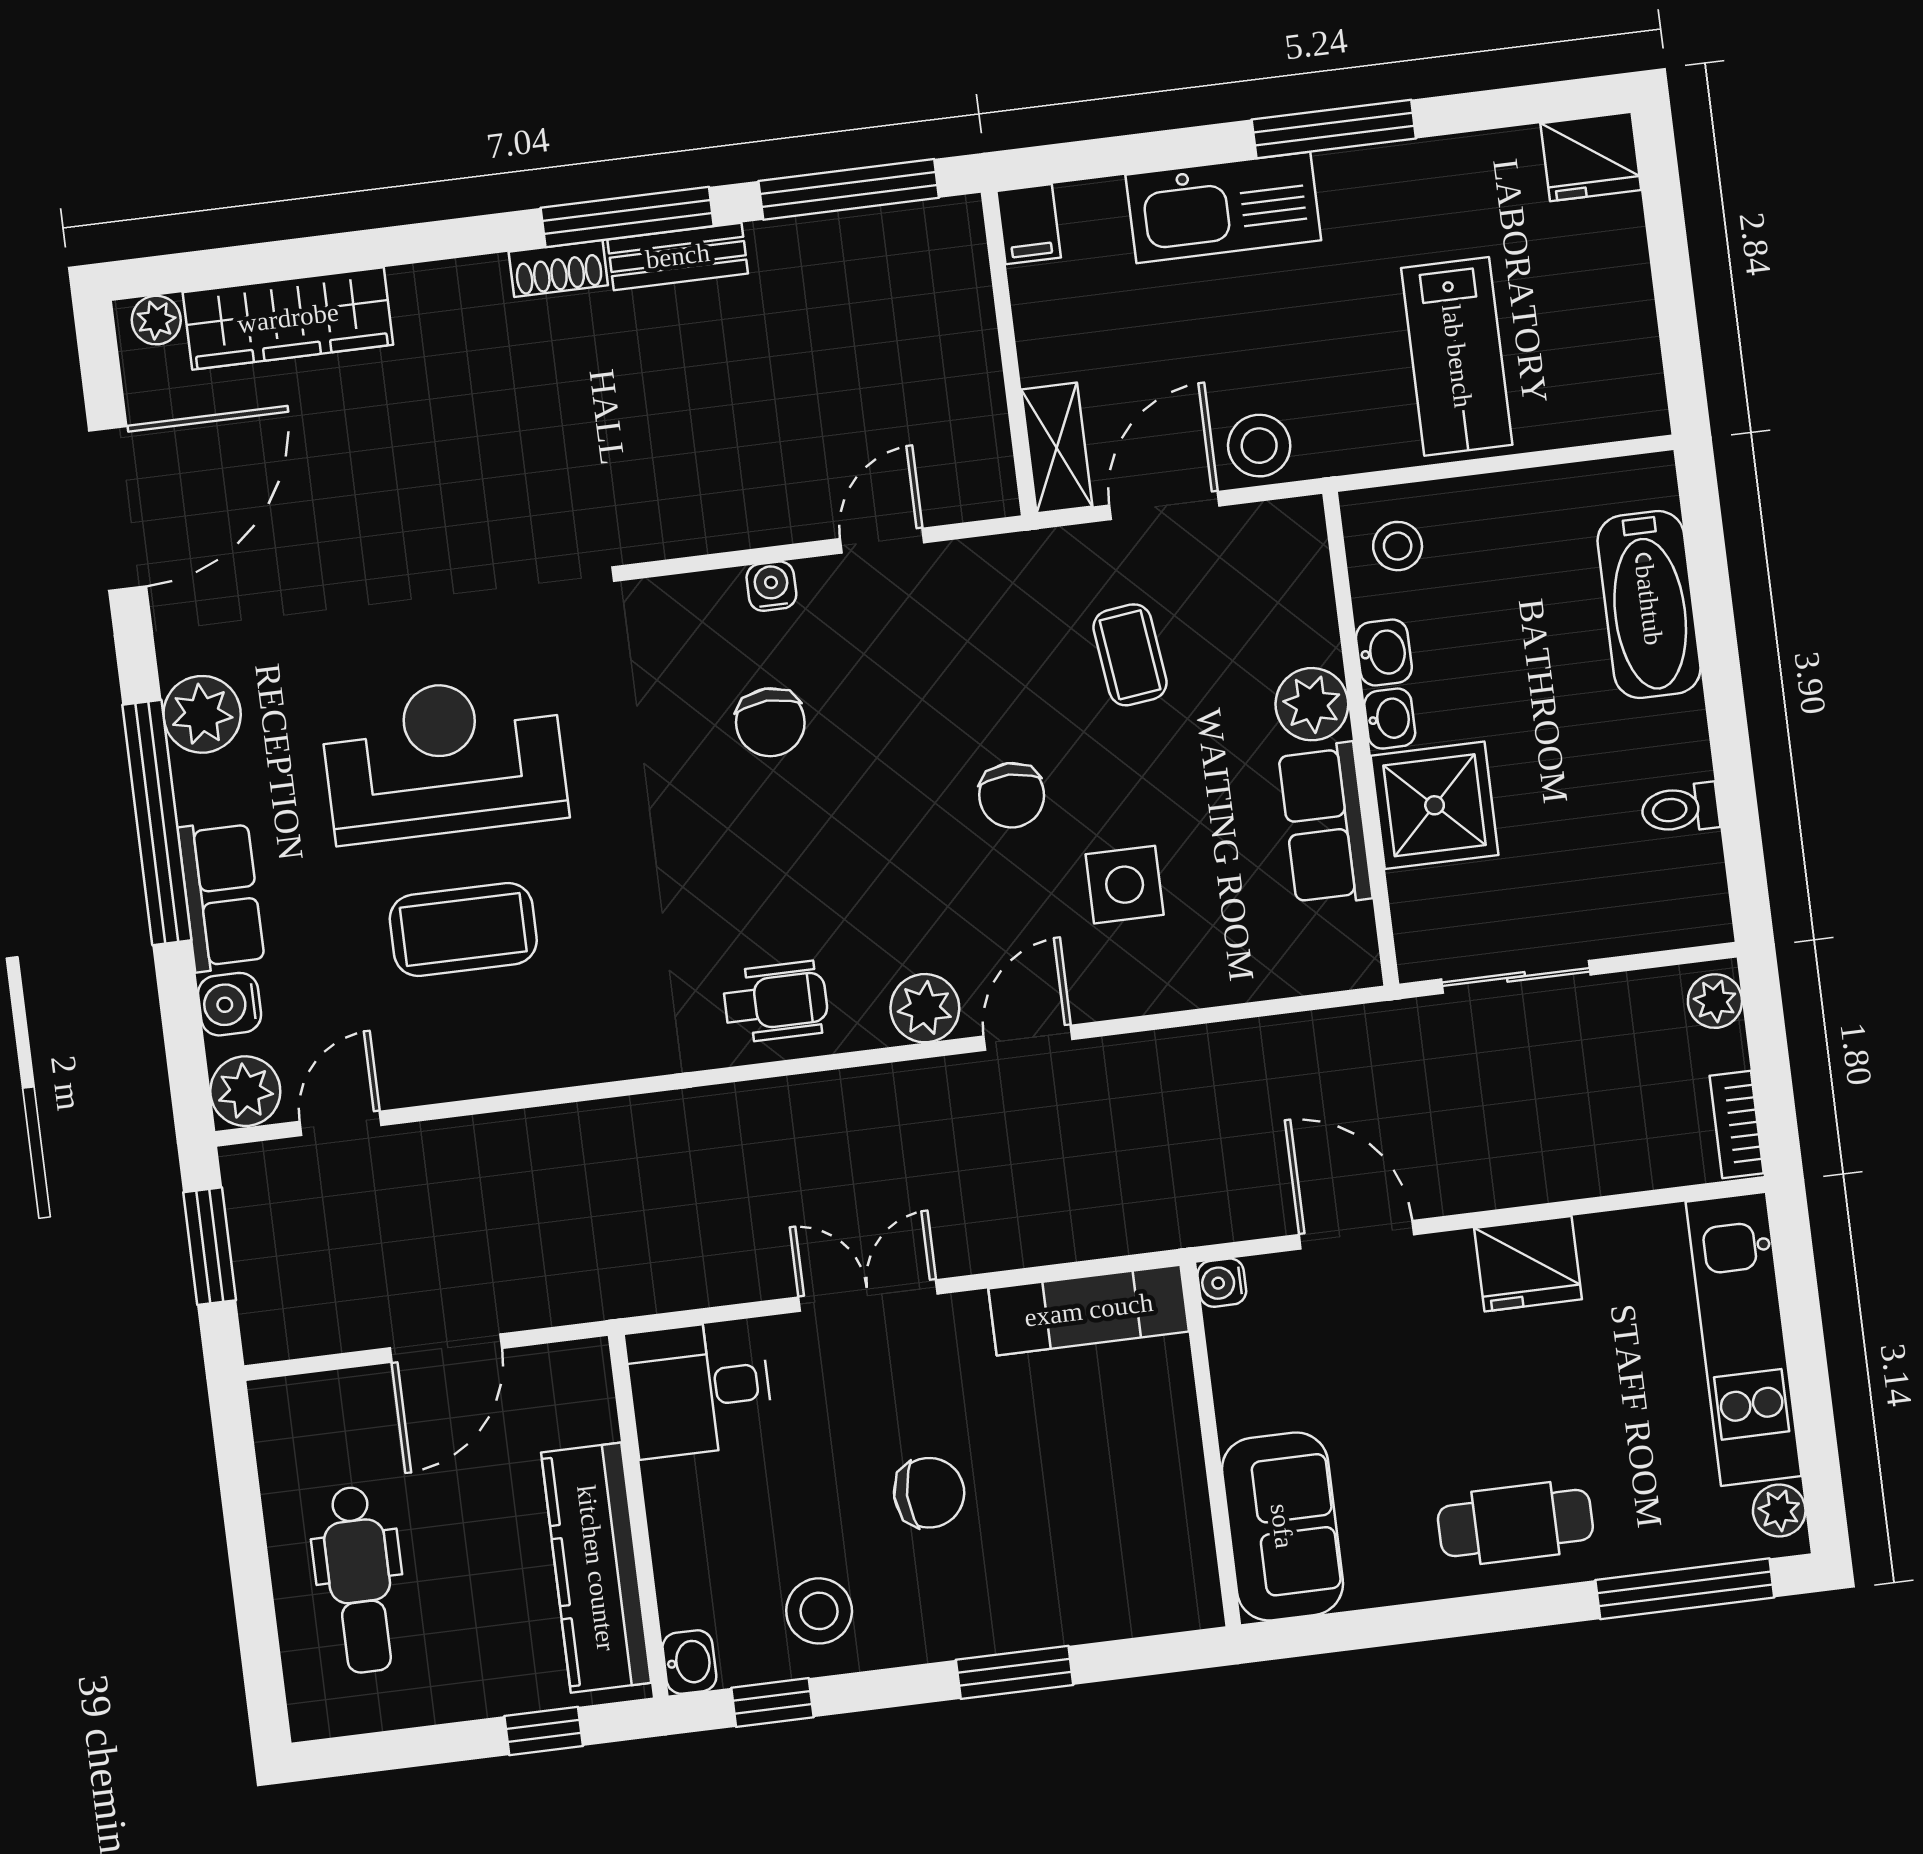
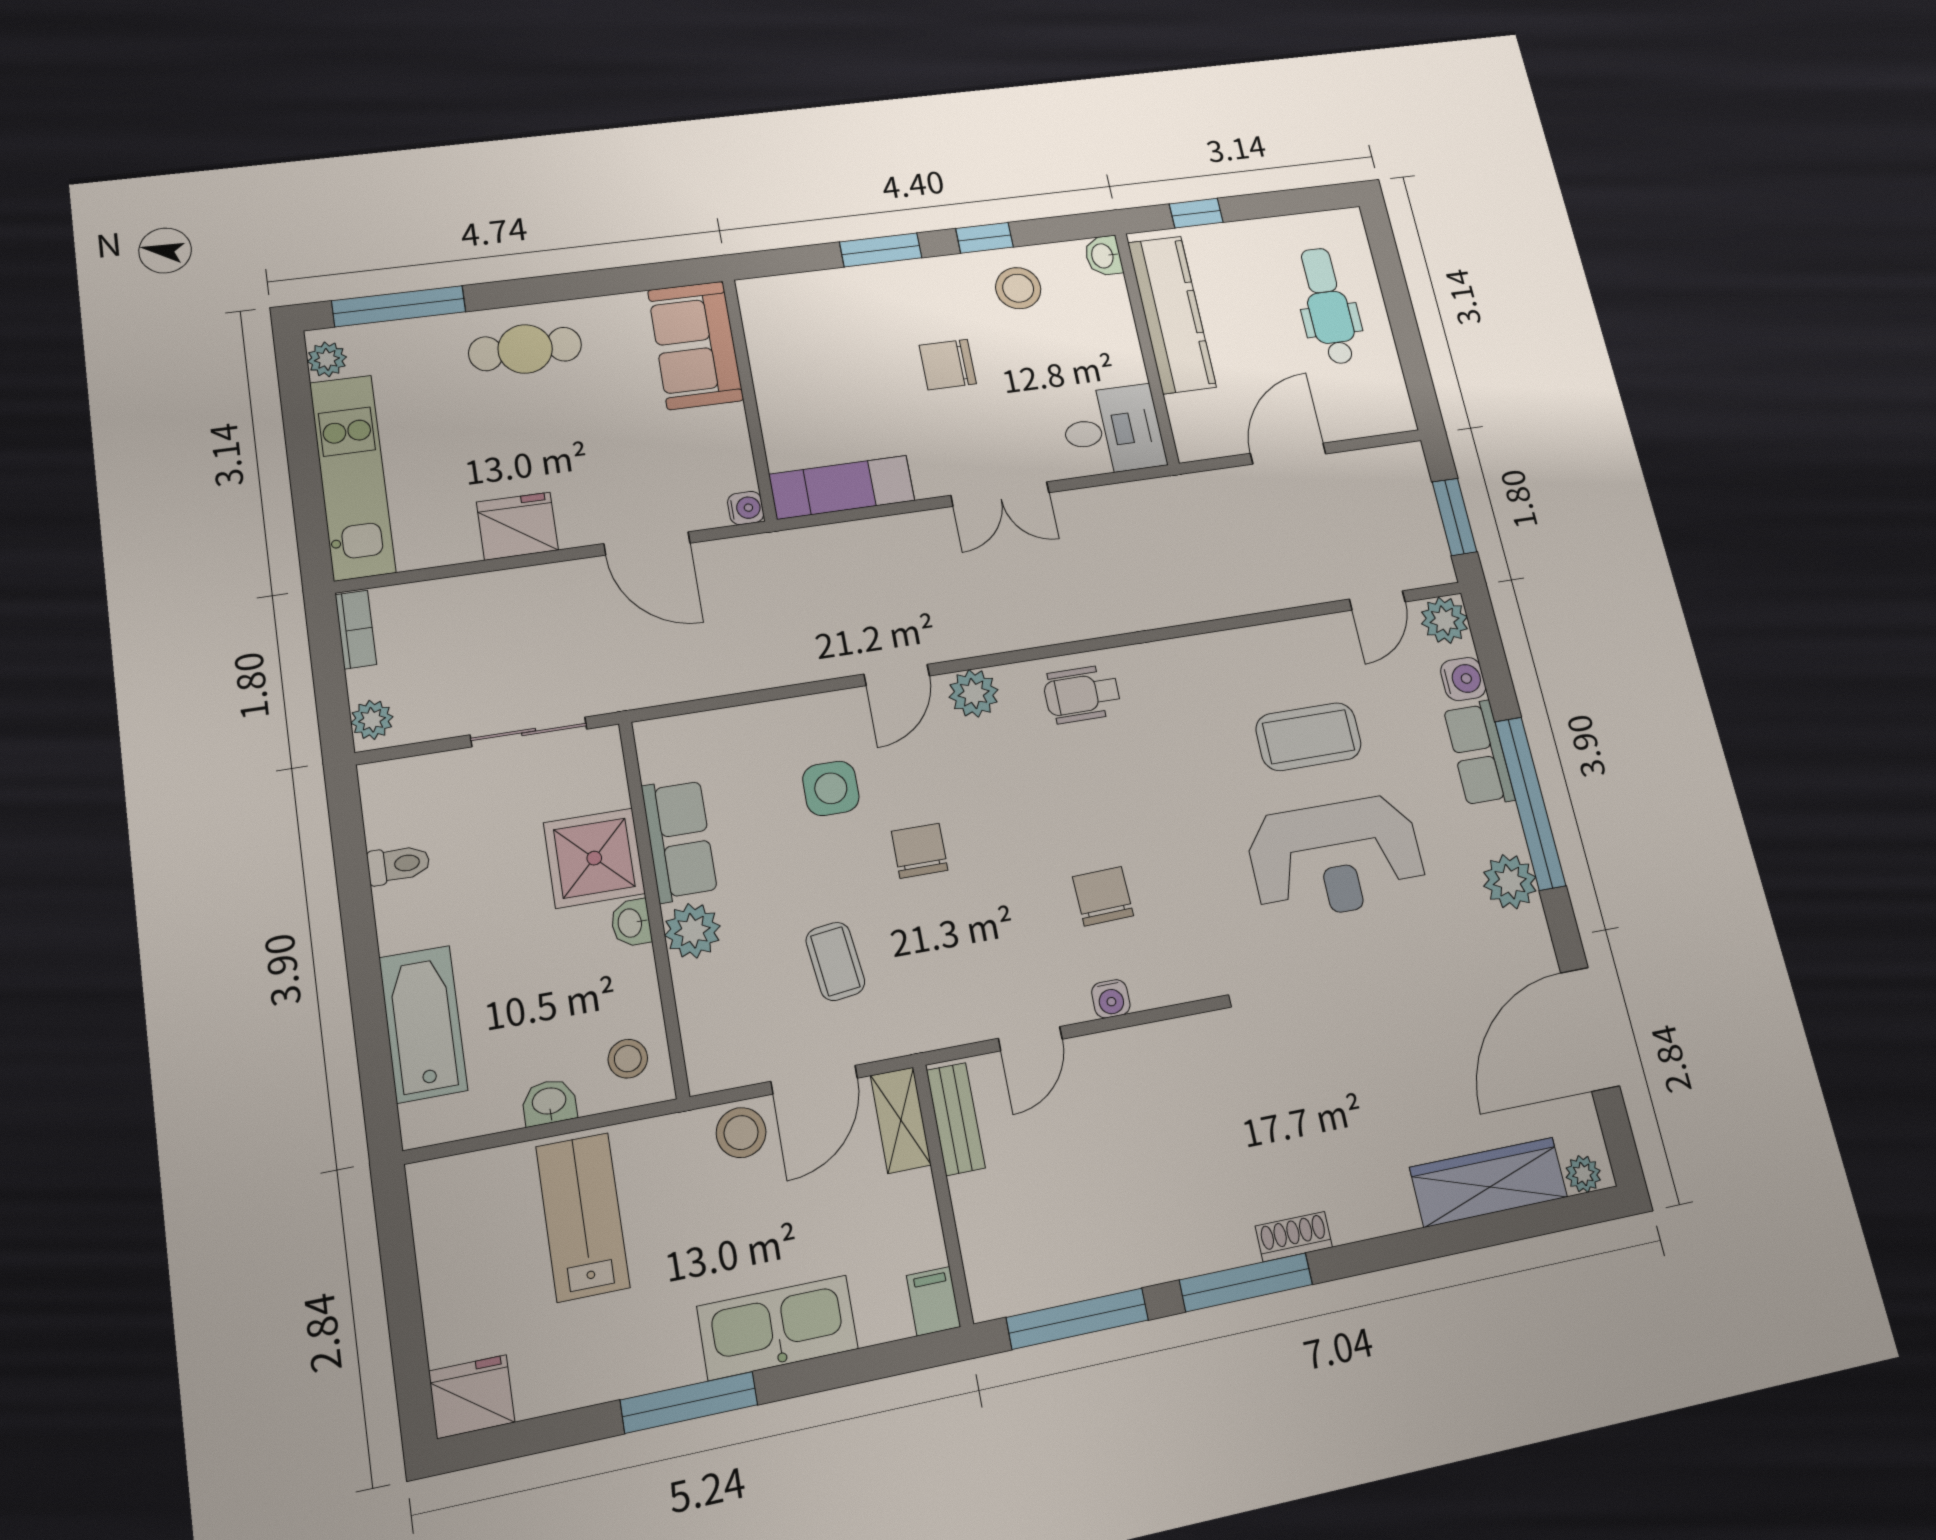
bench: (678, 256) -> (956, 1119), moved, turned 90
washbasin: (1384, 653) -> (549, 1102), moved, turned 90
window: (772, 1702) -> (984, 238), moved

